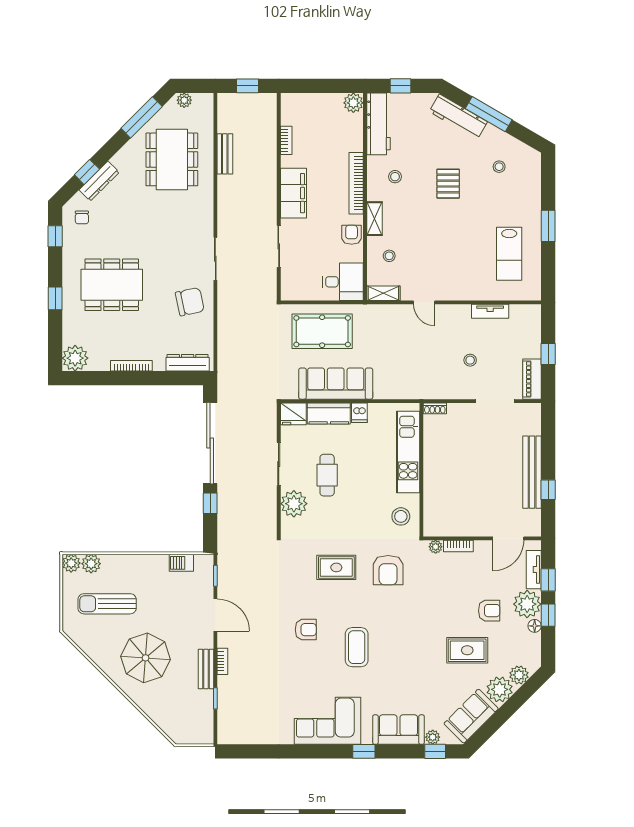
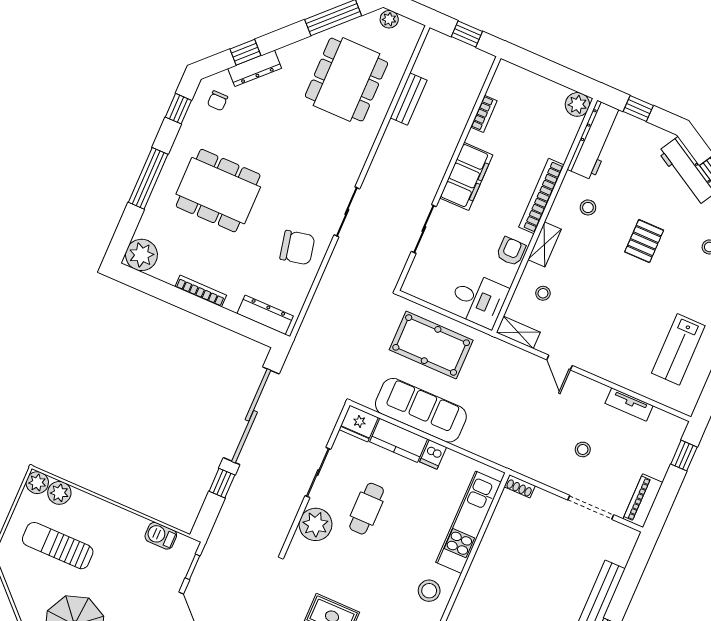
window: (55, 298) -> (148, 178), width x2.17
window: (548, 354) -> (684, 456), moved

